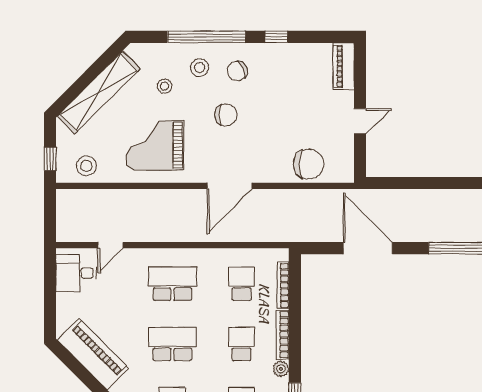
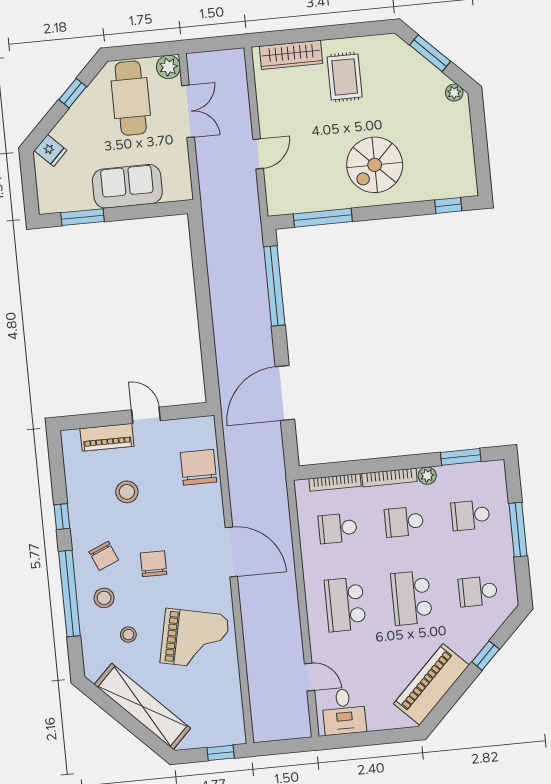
piano: (344, 66) -> (107, 437), moved
grand piano: (155, 145) -> (195, 639), turned -78
stool: (86, 166) -> (127, 492), moved

